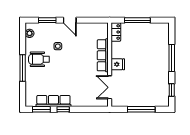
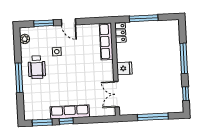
row of seats: (103, 55) -> (106, 41), moved
wheelchair: (39, 59) -> (37, 67), turned -90
row of seats: (53, 101) -> (70, 112), moved

